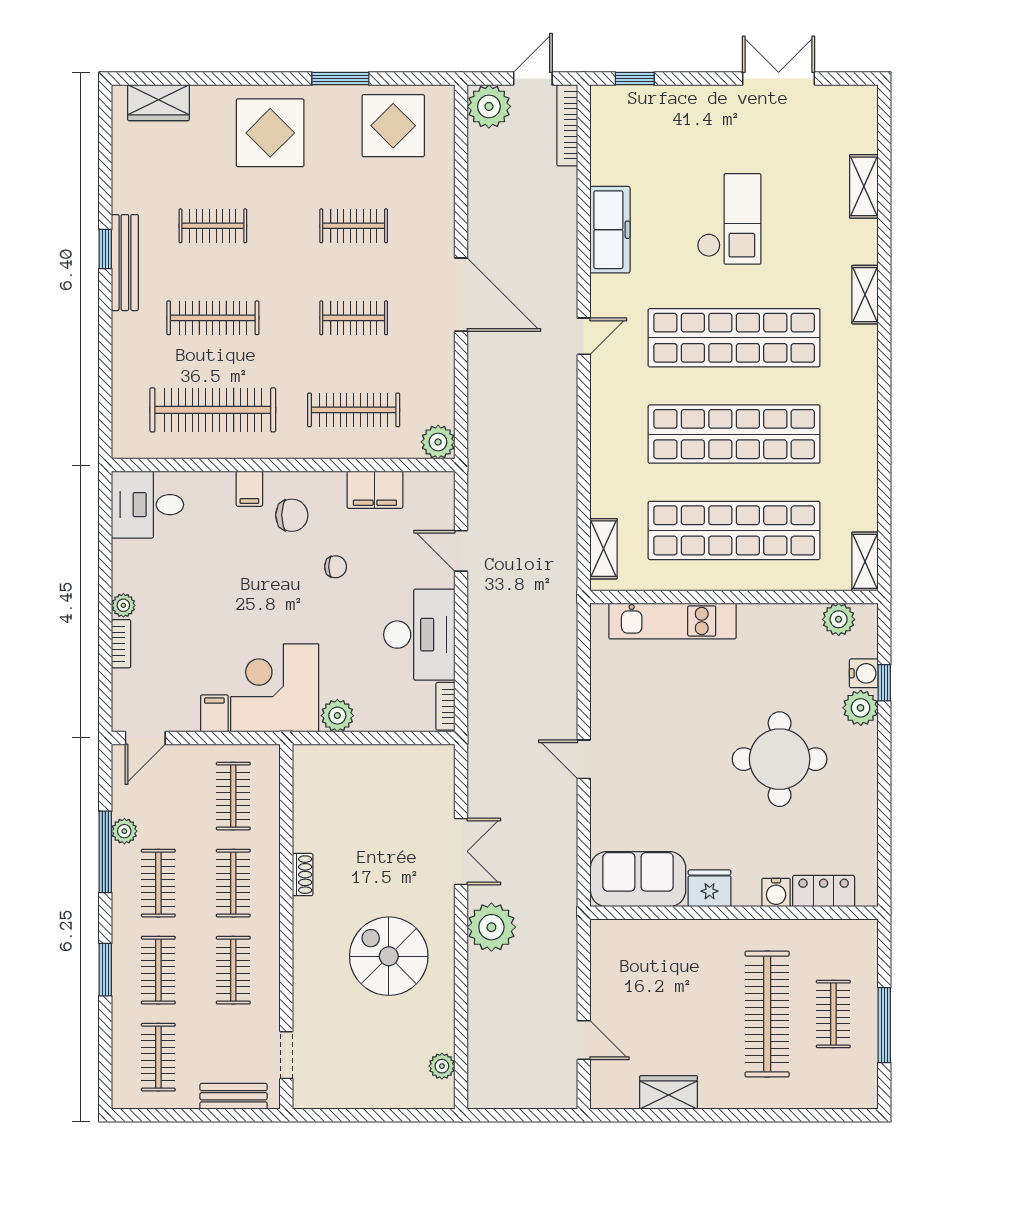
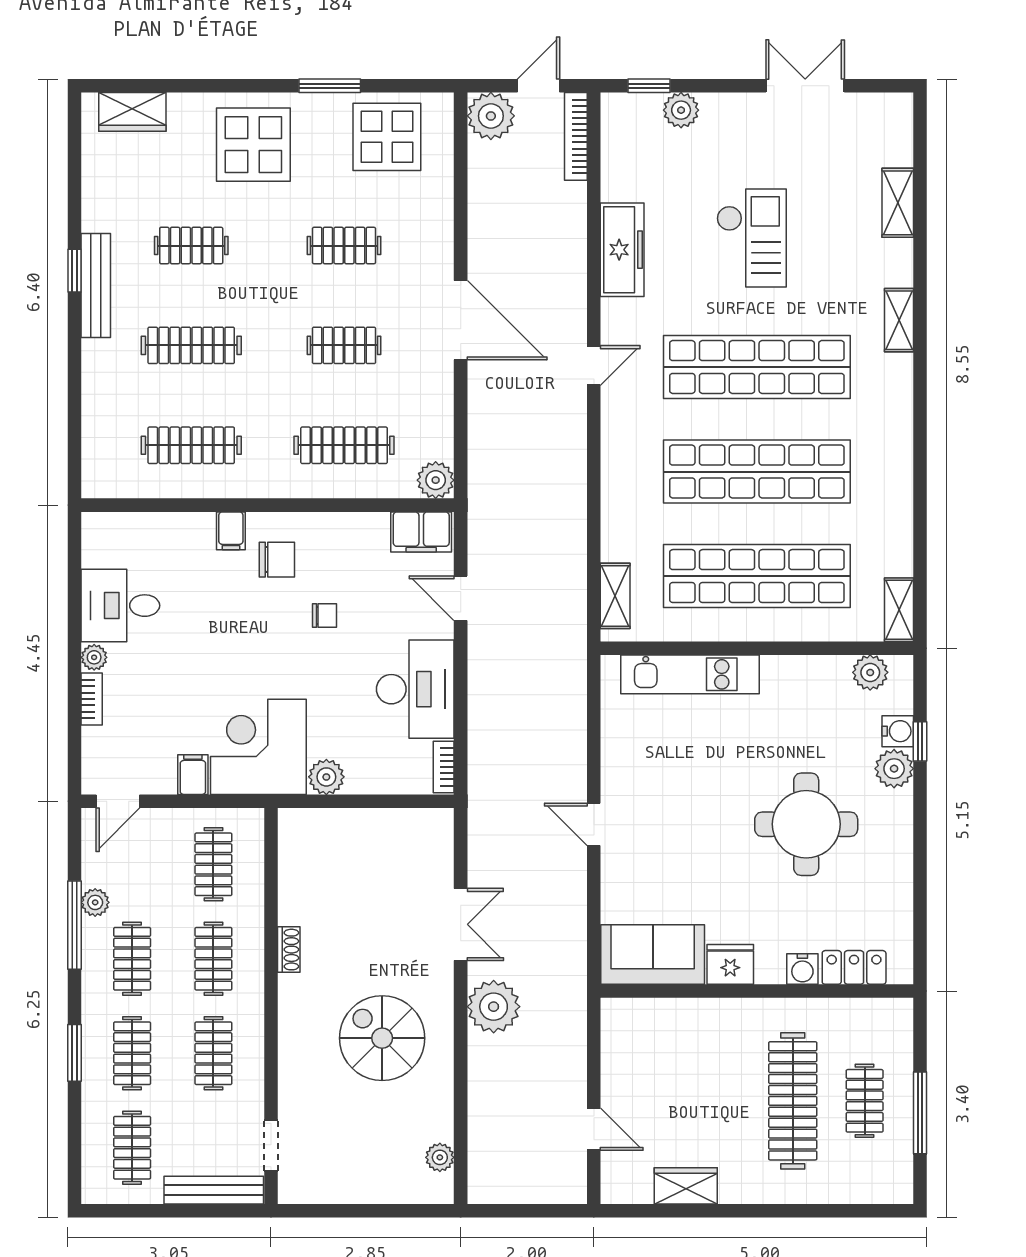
plant: (664, 101) -> (681, 110), added
clothes rail: (213, 410) -> (191, 445), width x0.73, depth x0.76
filing cabinet: (375, 490) -> (421, 532), moved
desk: (148, 505) -> (120, 606), moved
bench: (234, 1096) -> (214, 1190), width x1.36

